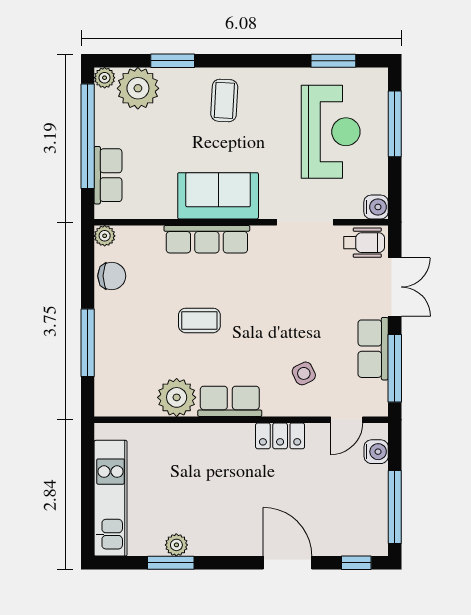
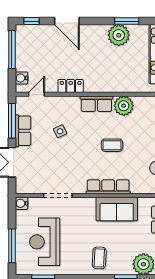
sofa: (218, 196) -> (117, 209), moved
wheelchair: (364, 243) -> (28, 185), removed
side table: (304, 373) -> (60, 131), moved
plant: (176, 545) -> (119, 35), width x1.87, depth x1.87

